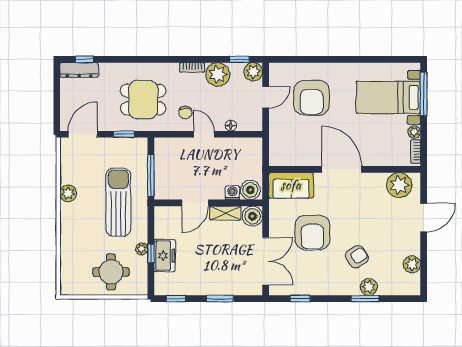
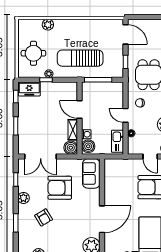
door: (204, 134) -> (125, 115), swing flipped
kitchen sink: (243, 146) -> (117, 141), added
door: (342, 169) -> (102, 219), moved
plant: (68, 193) -> (48, 25), moved
sun lounger: (118, 202) -> (80, 58), turned 180
freezer: (165, 256) -> (29, 89), moved
plant: (369, 287) -> (23, 198), moved

